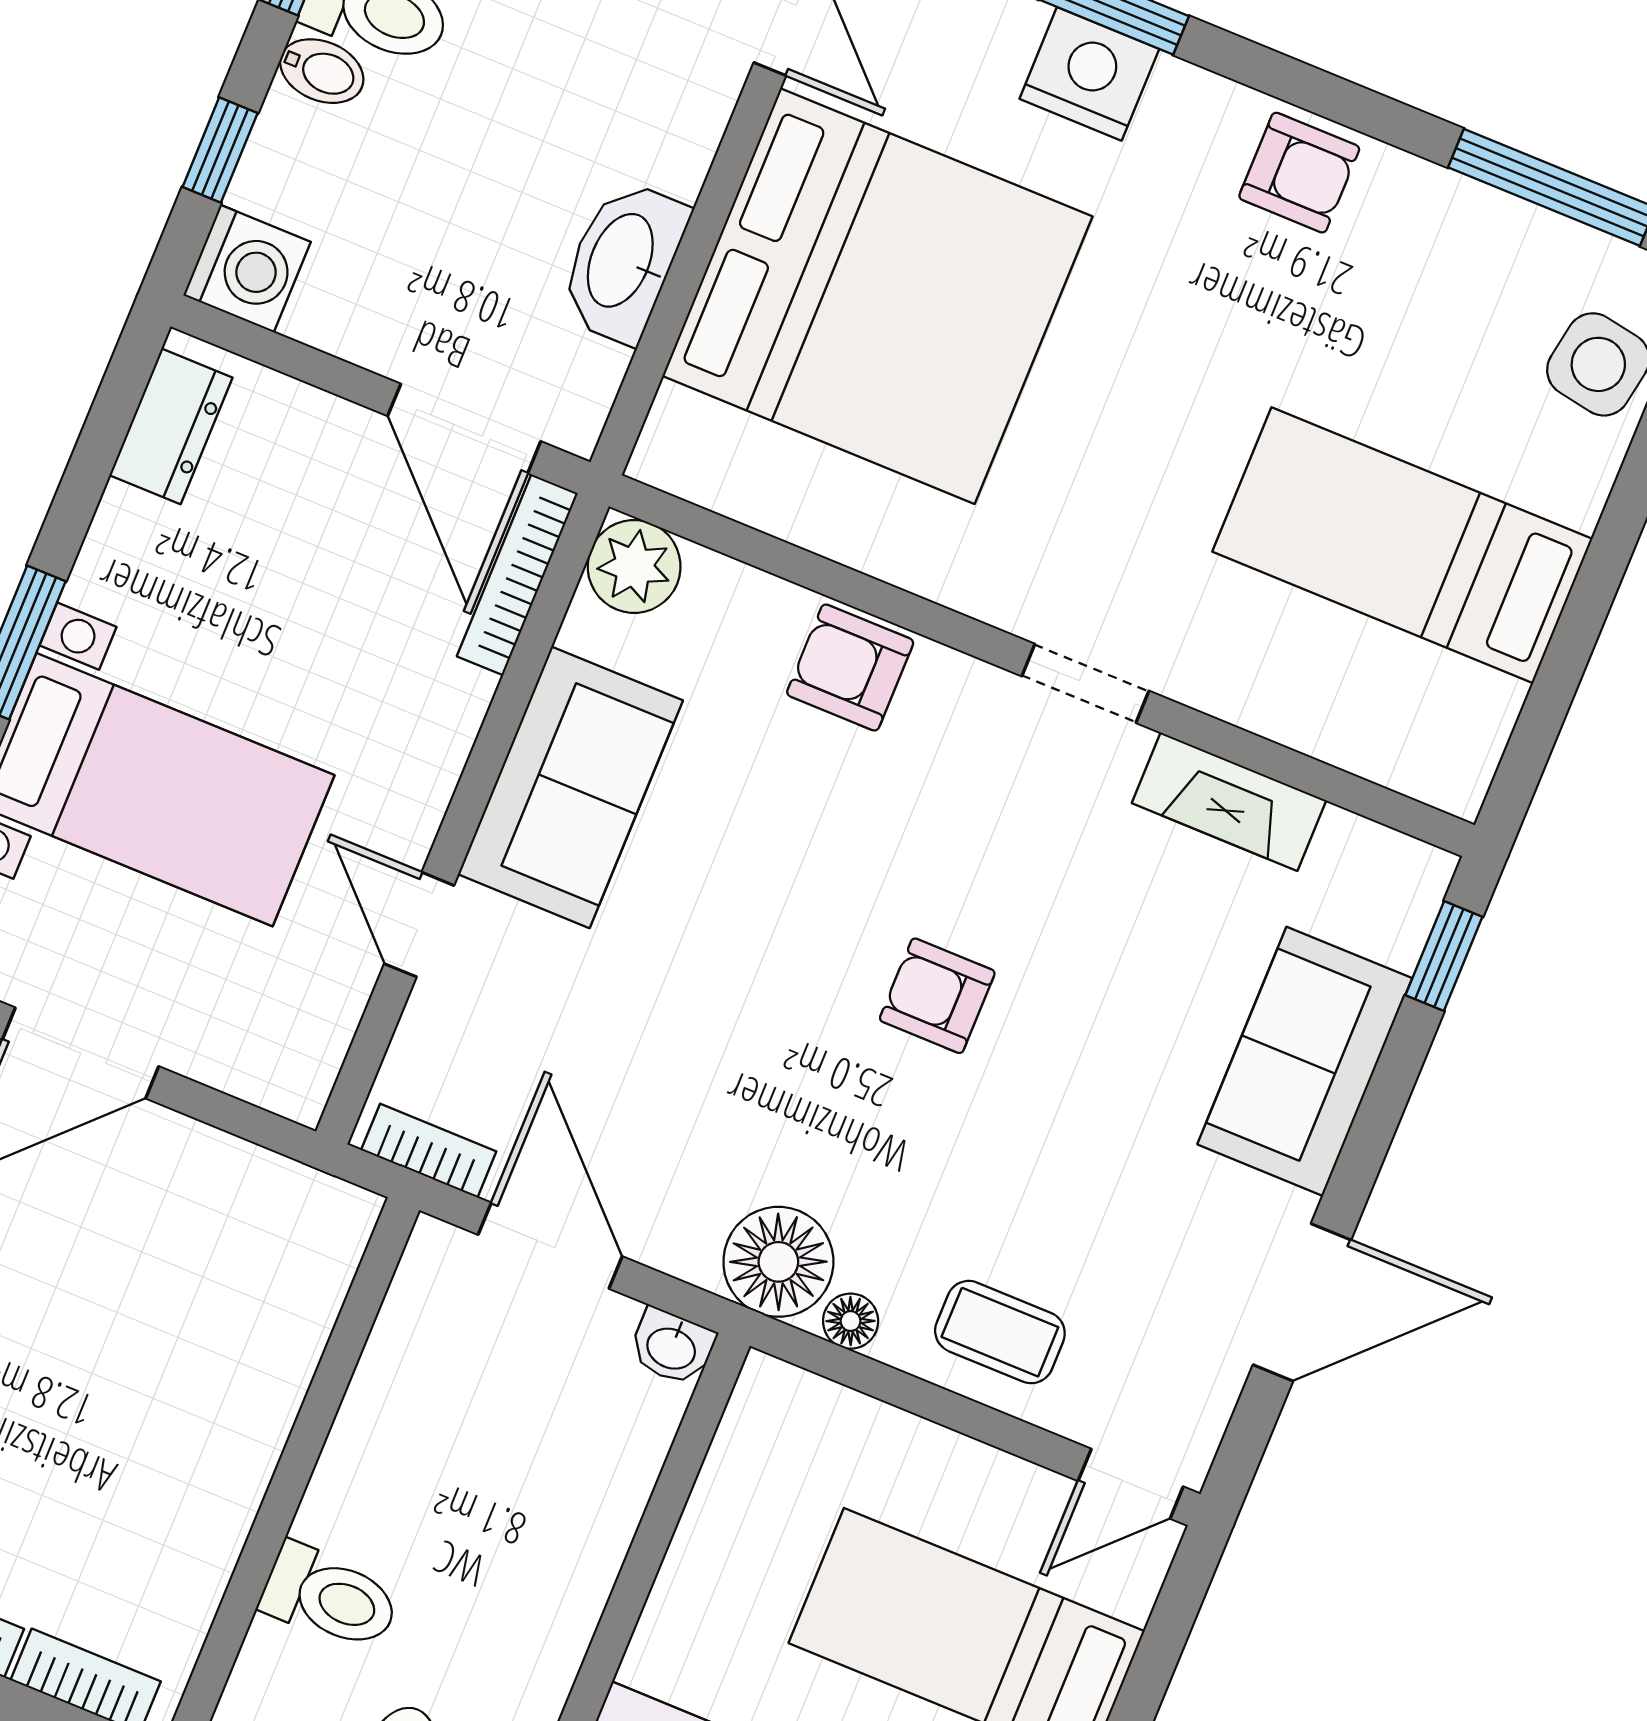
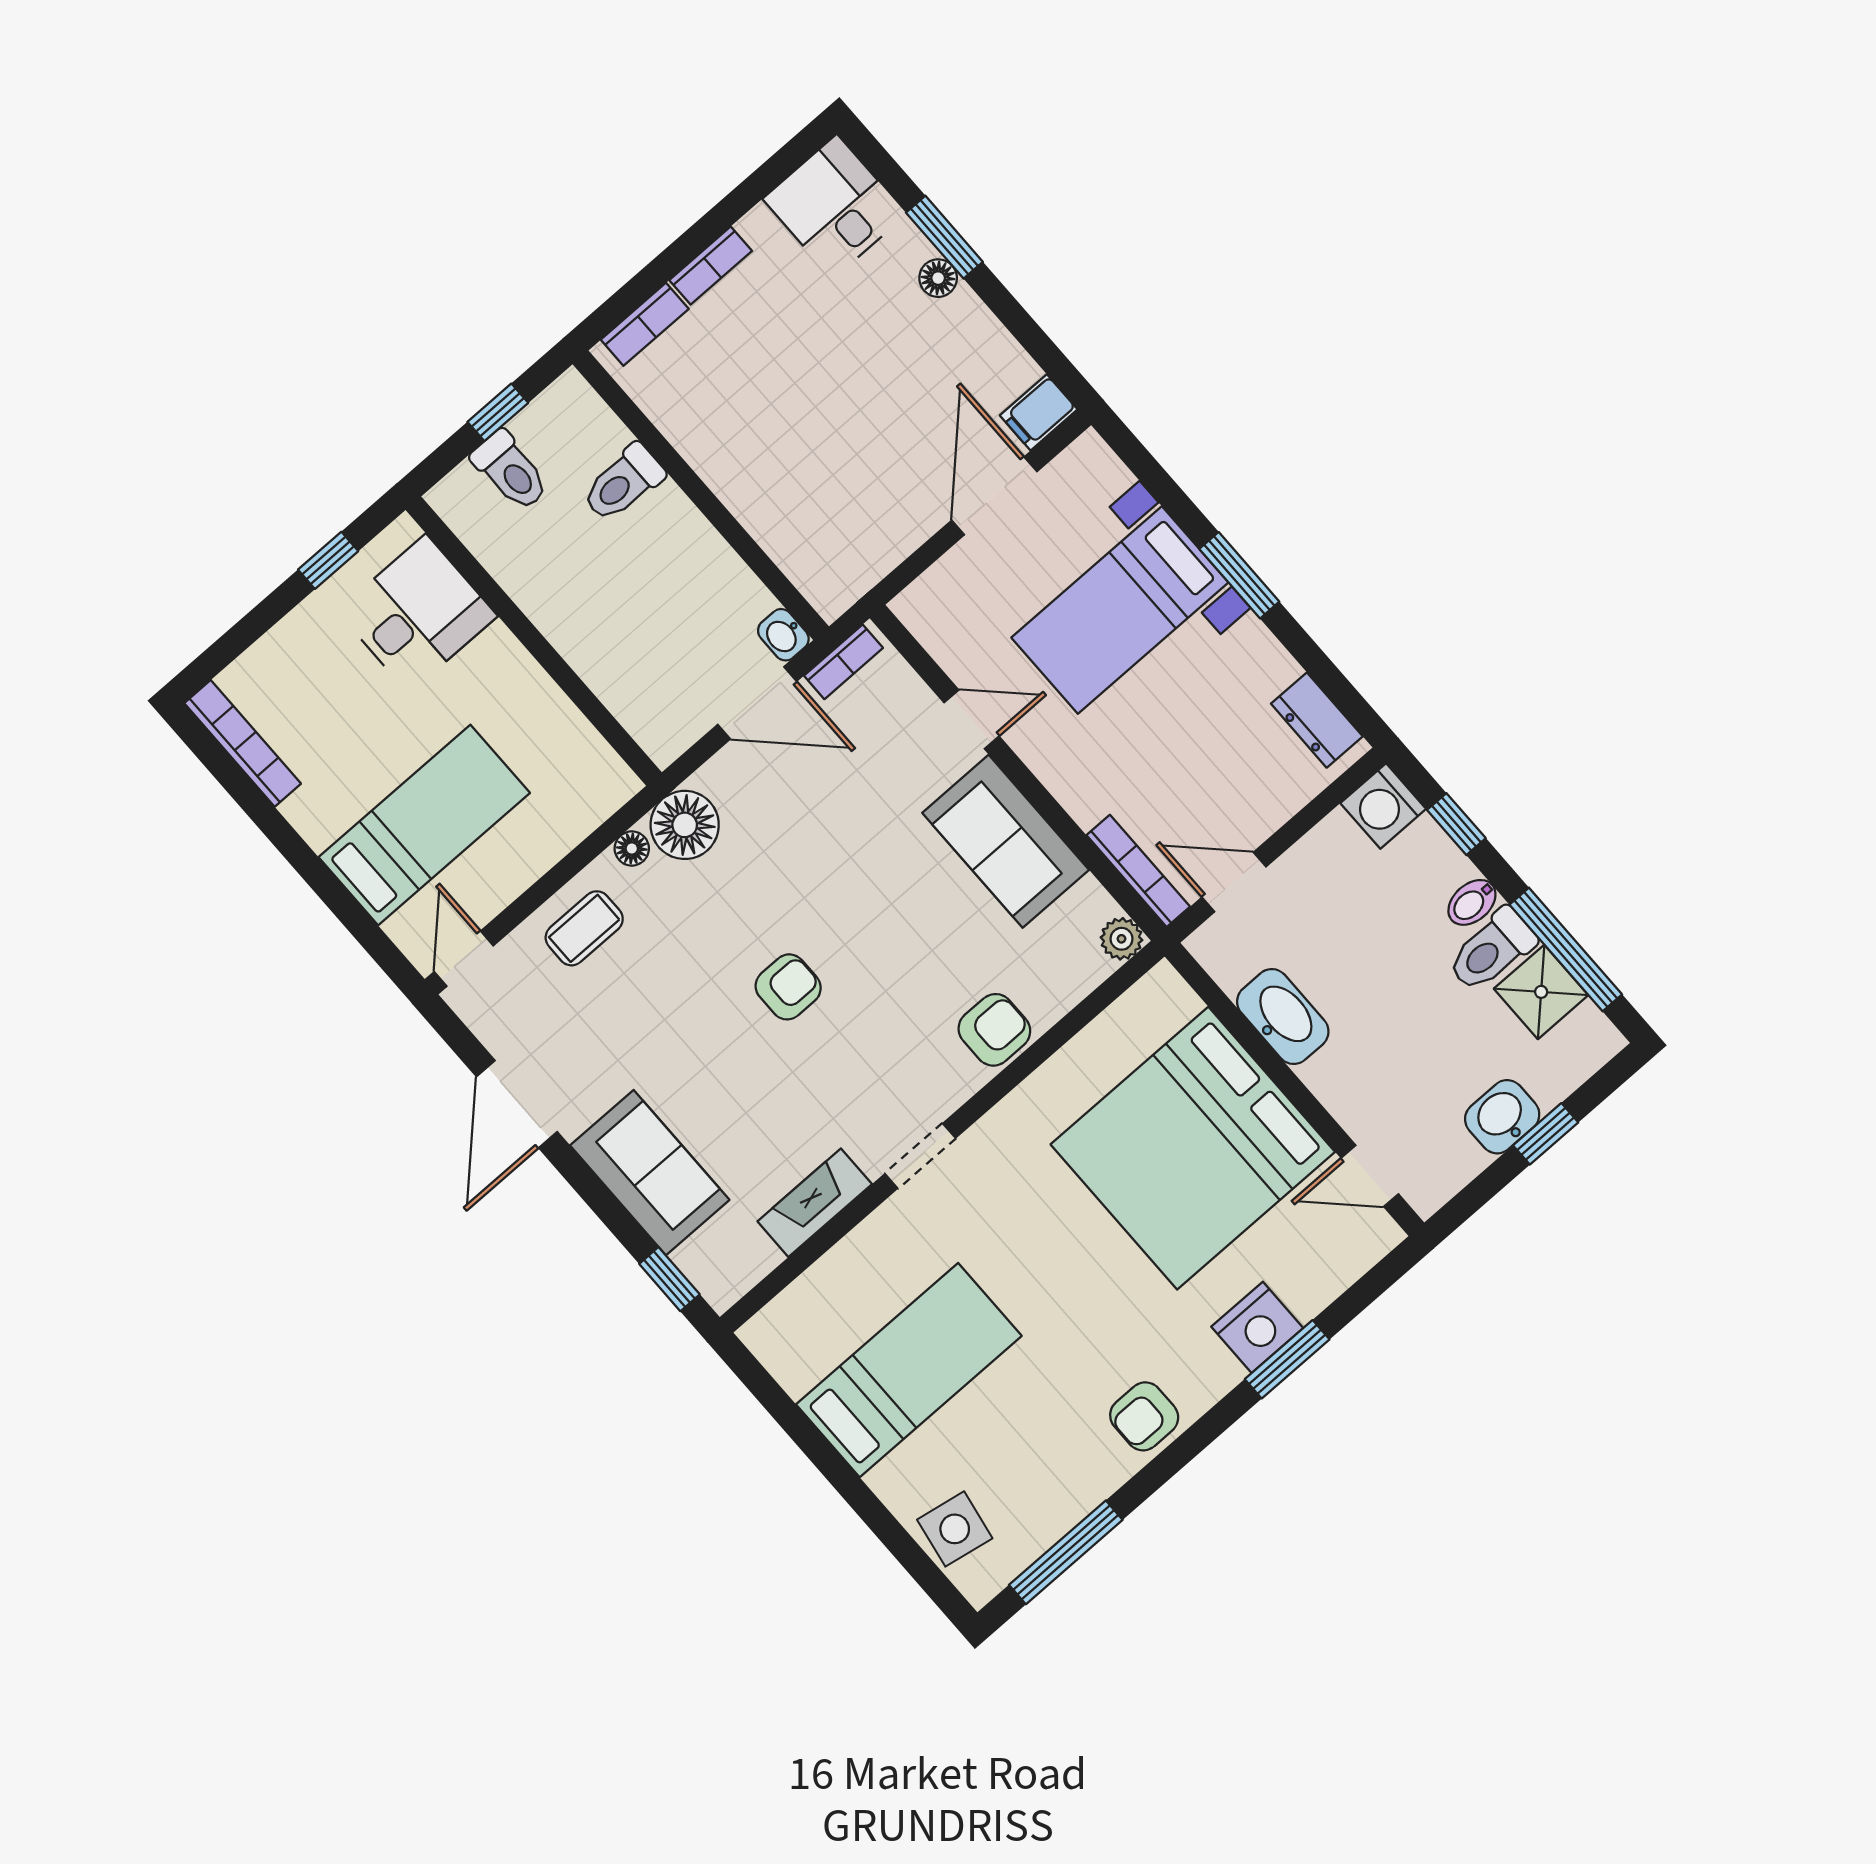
door: (464, 429) -> (1234, 882), width x0.73
plant: (634, 566) -> (1122, 939), width x0.73, depth x0.73
washbasin: (672, 1347) -> (783, 635), moved, turned -90

